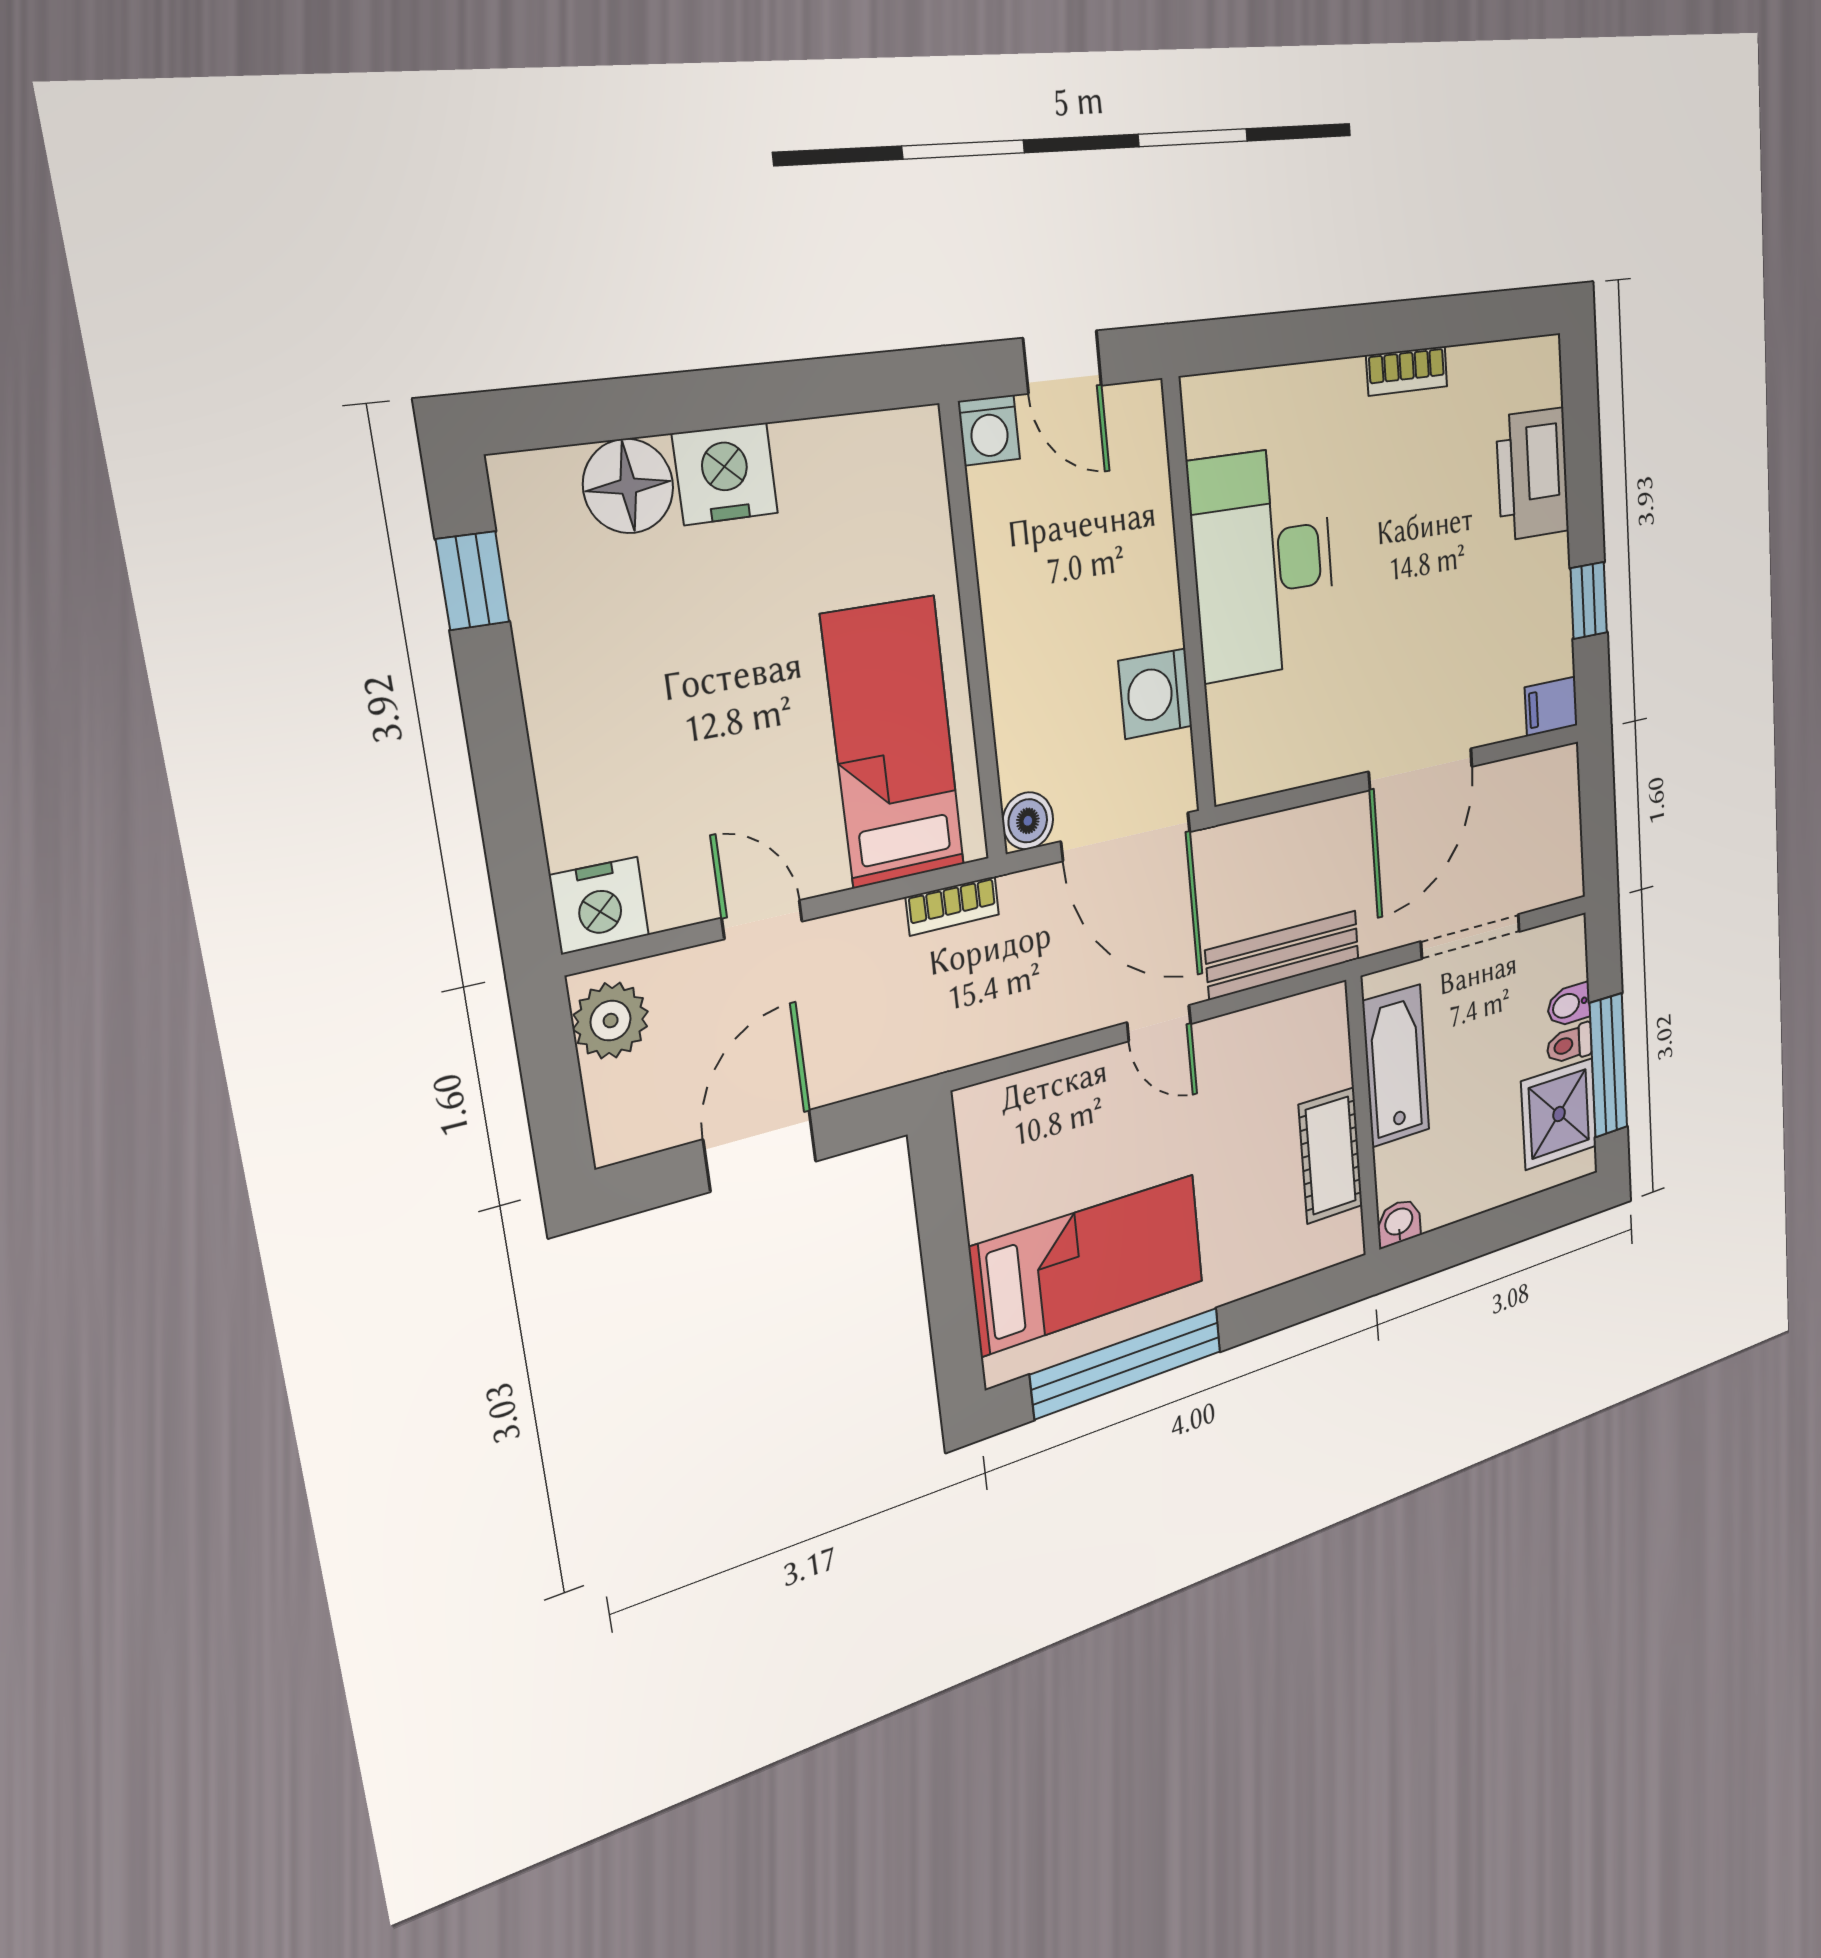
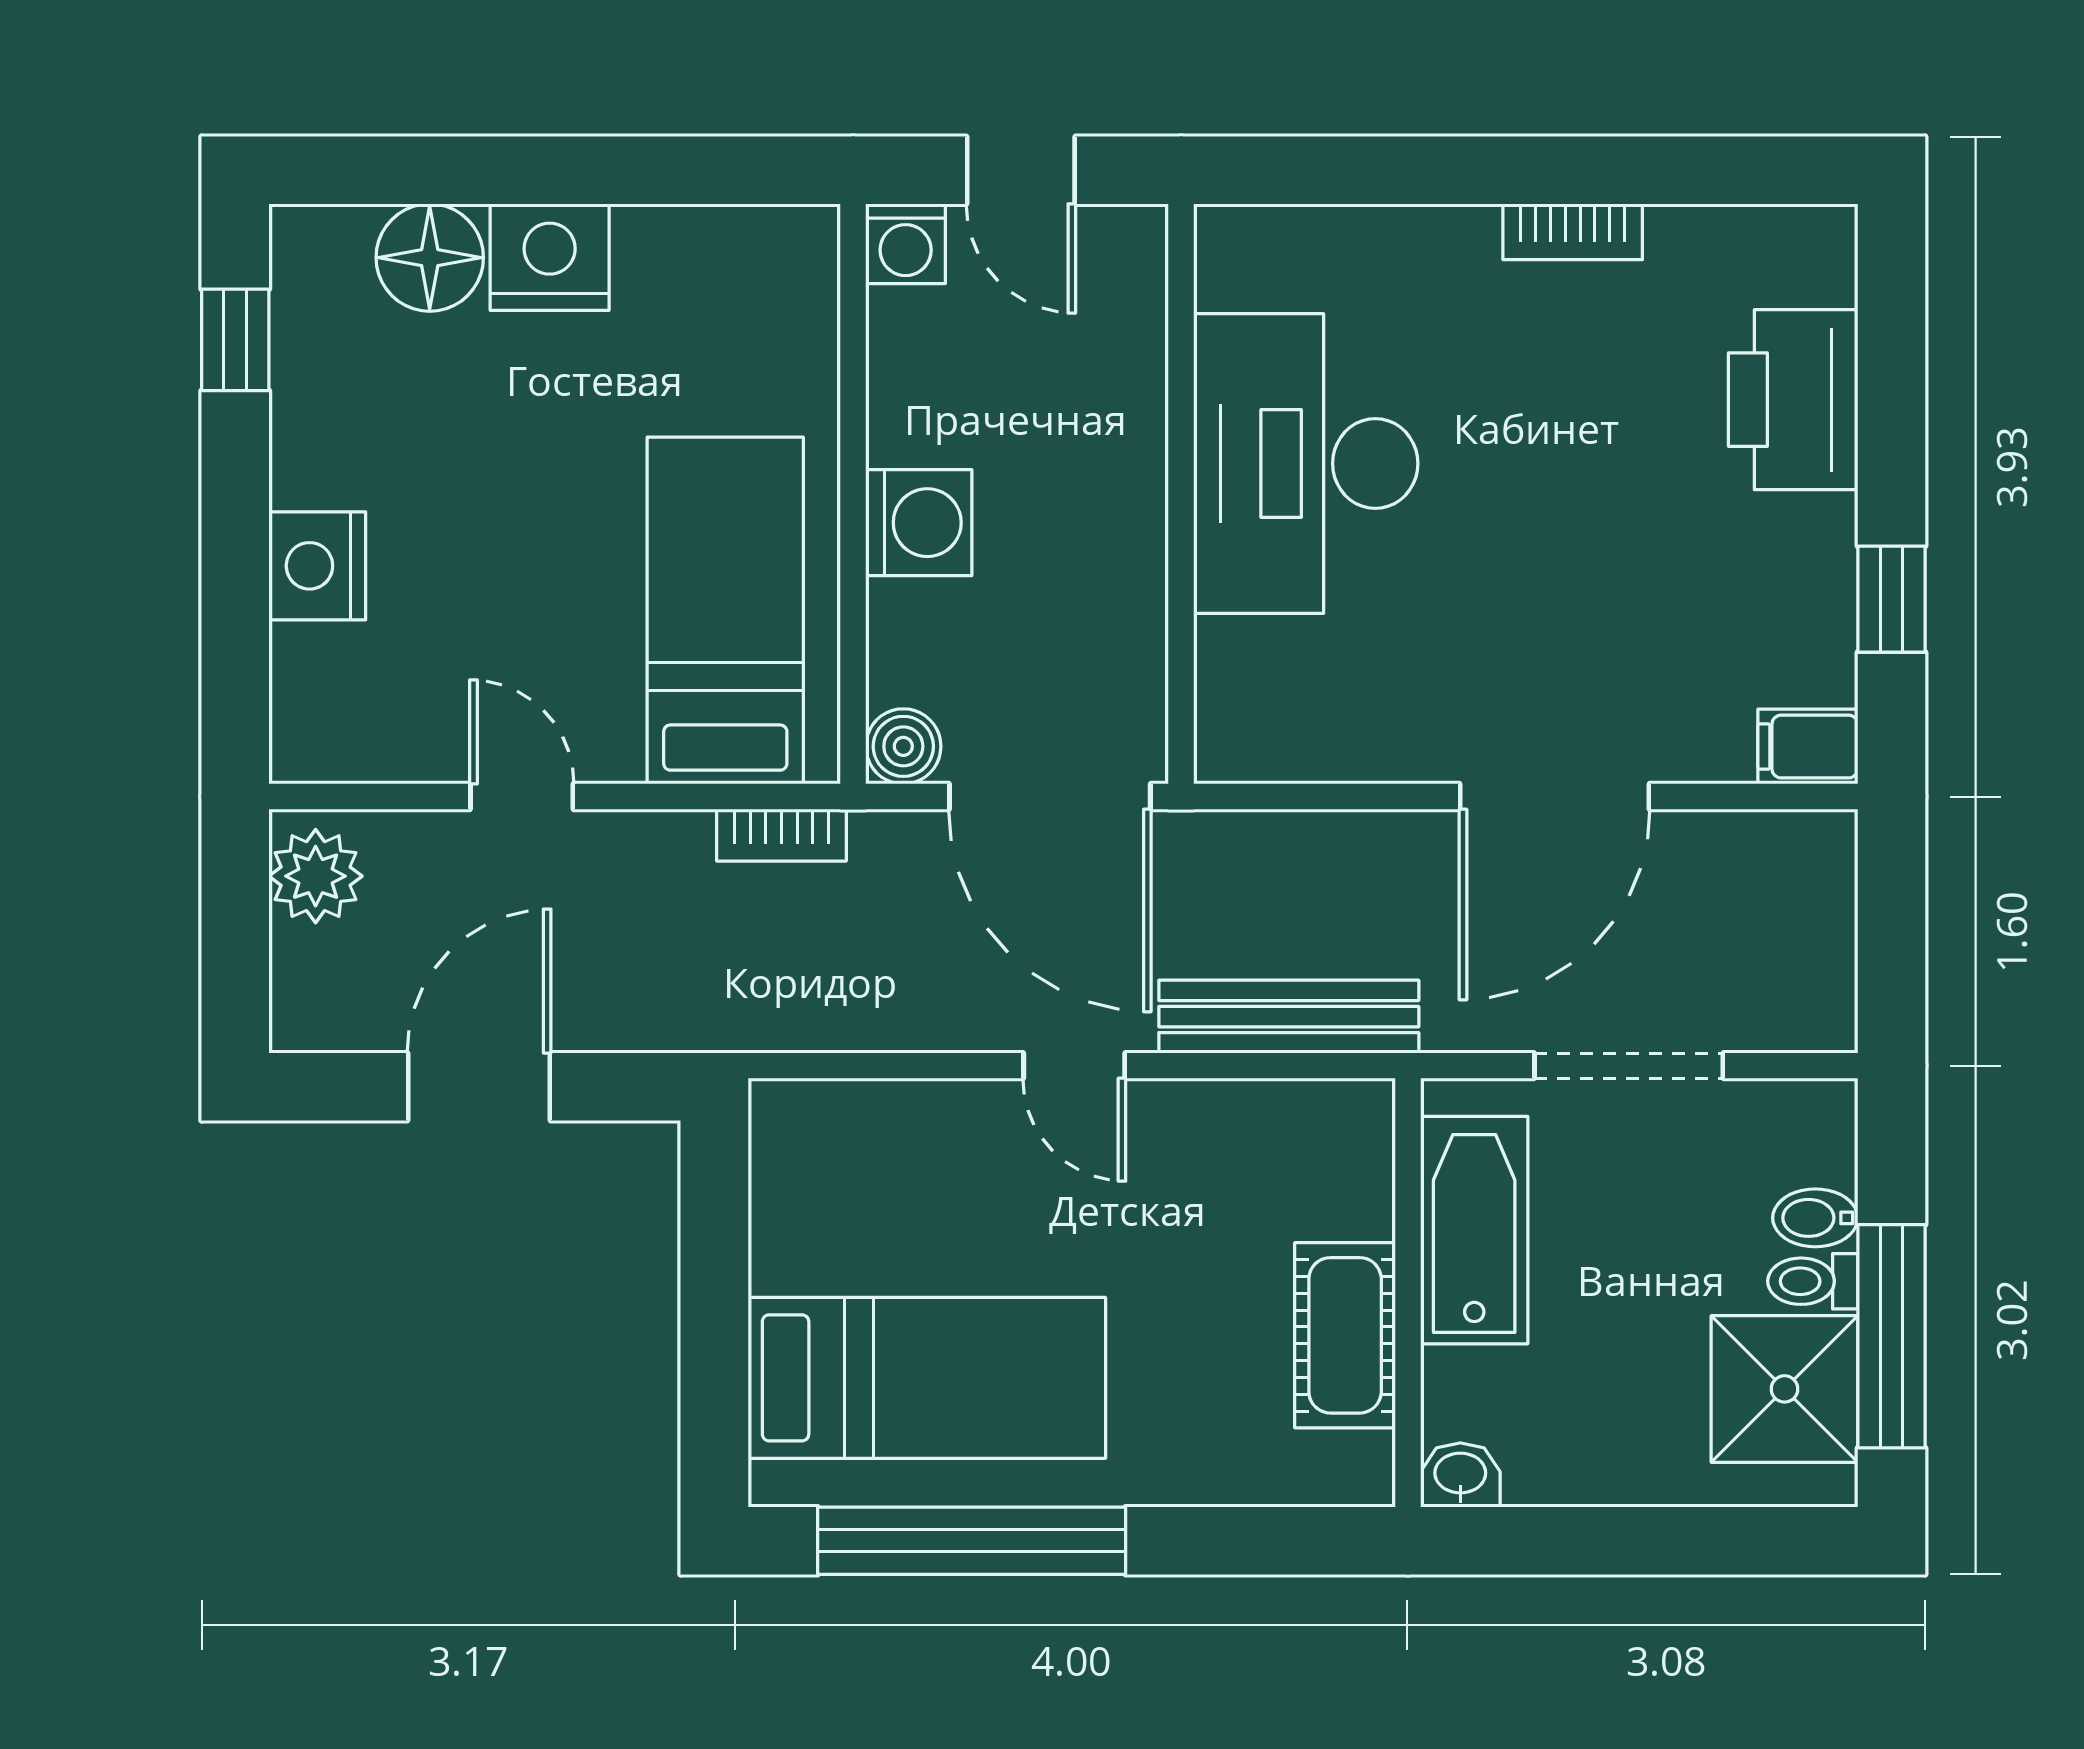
washing machine: (1155, 694) -> (919, 523), moved, turned 180
nightstand: (599, 905) -> (317, 566), moved, turned 90

